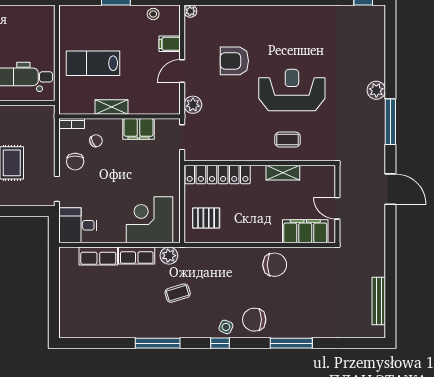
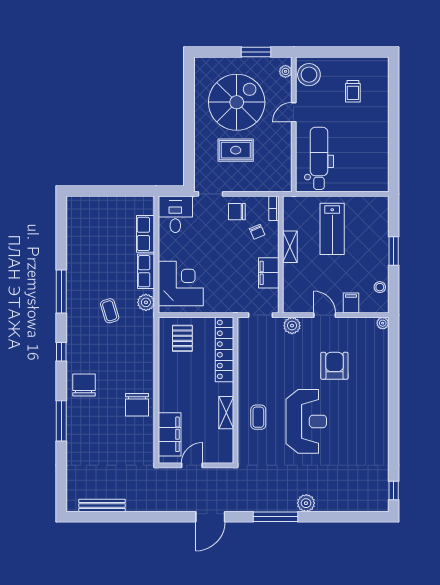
lab bench: (93, 63) -> (332, 229), turned 180
side table: (226, 327) -> (77, 358), removed

